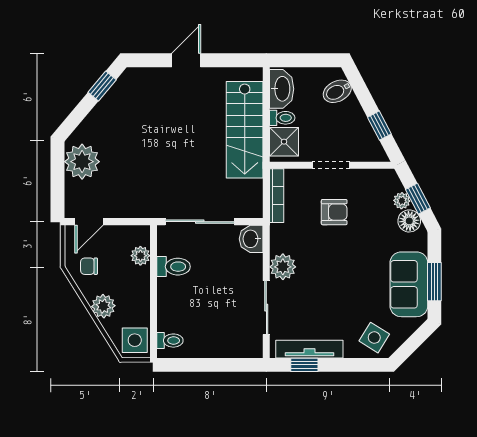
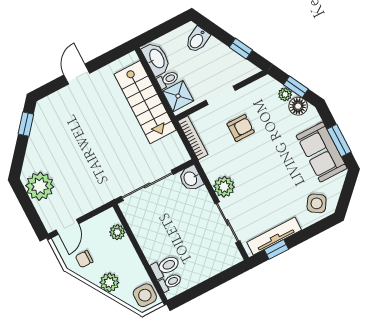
toilet: (173, 267) -> (165, 267), moved

